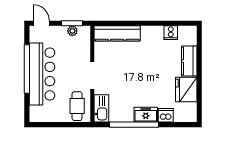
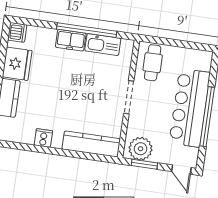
plant: (72, 31) -> (141, 149), width x1.88, depth x1.88
cooker: (171, 33) -> (43, 138), moved
kitchen sink: (101, 108) -> (103, 45), moved, turned -90
dishwasher: (166, 115) -> (17, 32), moved, turned -90

